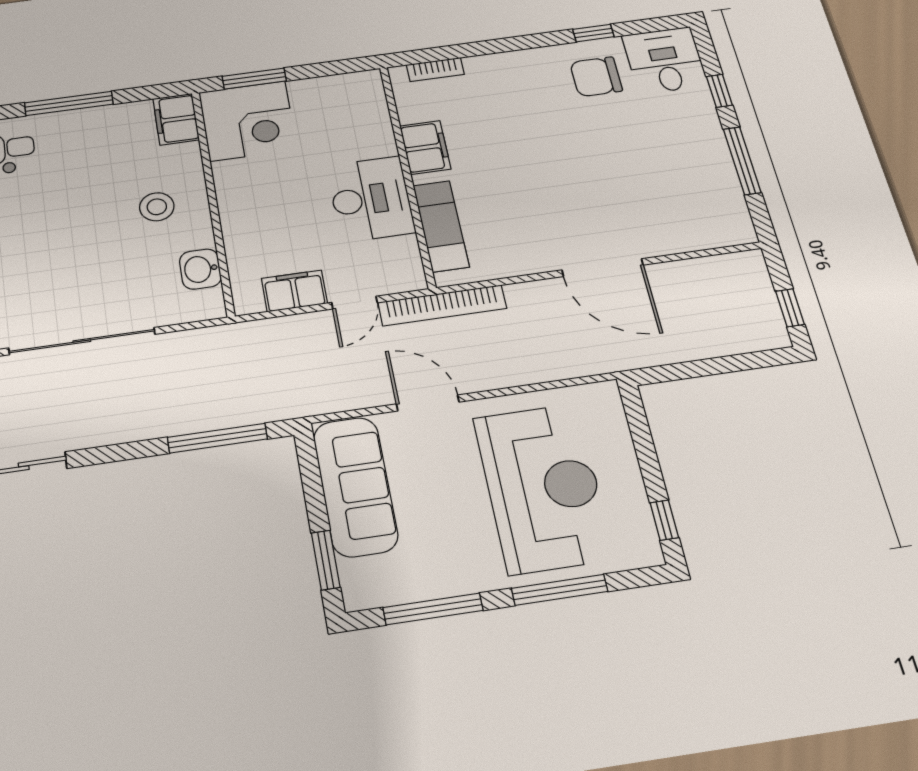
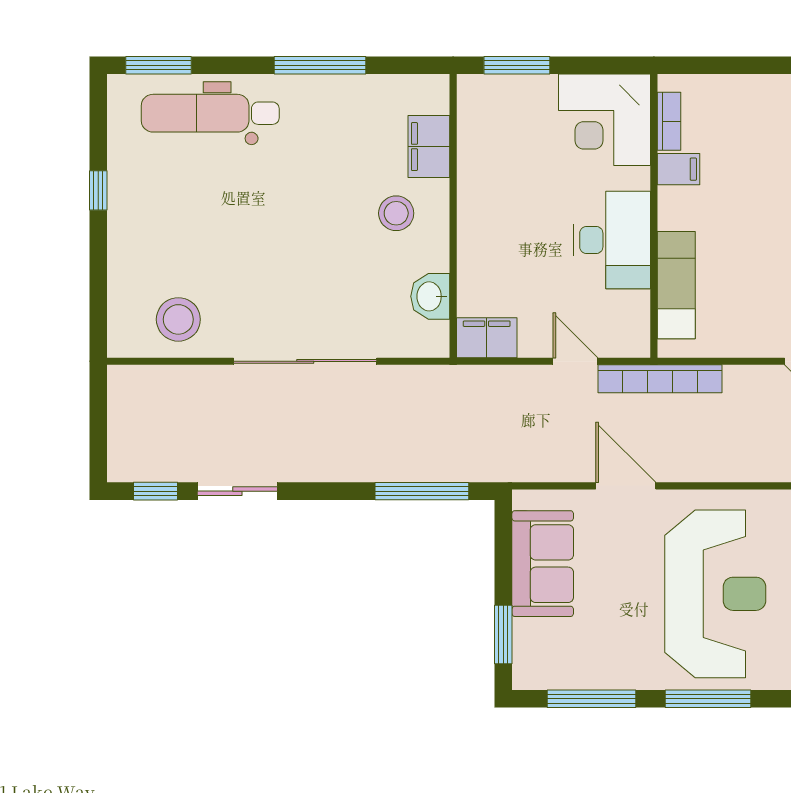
bookcase: (435, 69) -> (669, 121), moved, turned -90
filing cabinet: (176, 119) -> (429, 147), moved
corner desk: (248, 121) -> (605, 120), moved, turned 90
filing cabinet: (425, 147) -> (679, 169), width x0.50
filing cabinet: (294, 291) -> (487, 338), moved
door: (354, 303) -> (575, 361), swing flipped
sofa: (355, 486) -> (543, 564), width x0.73

